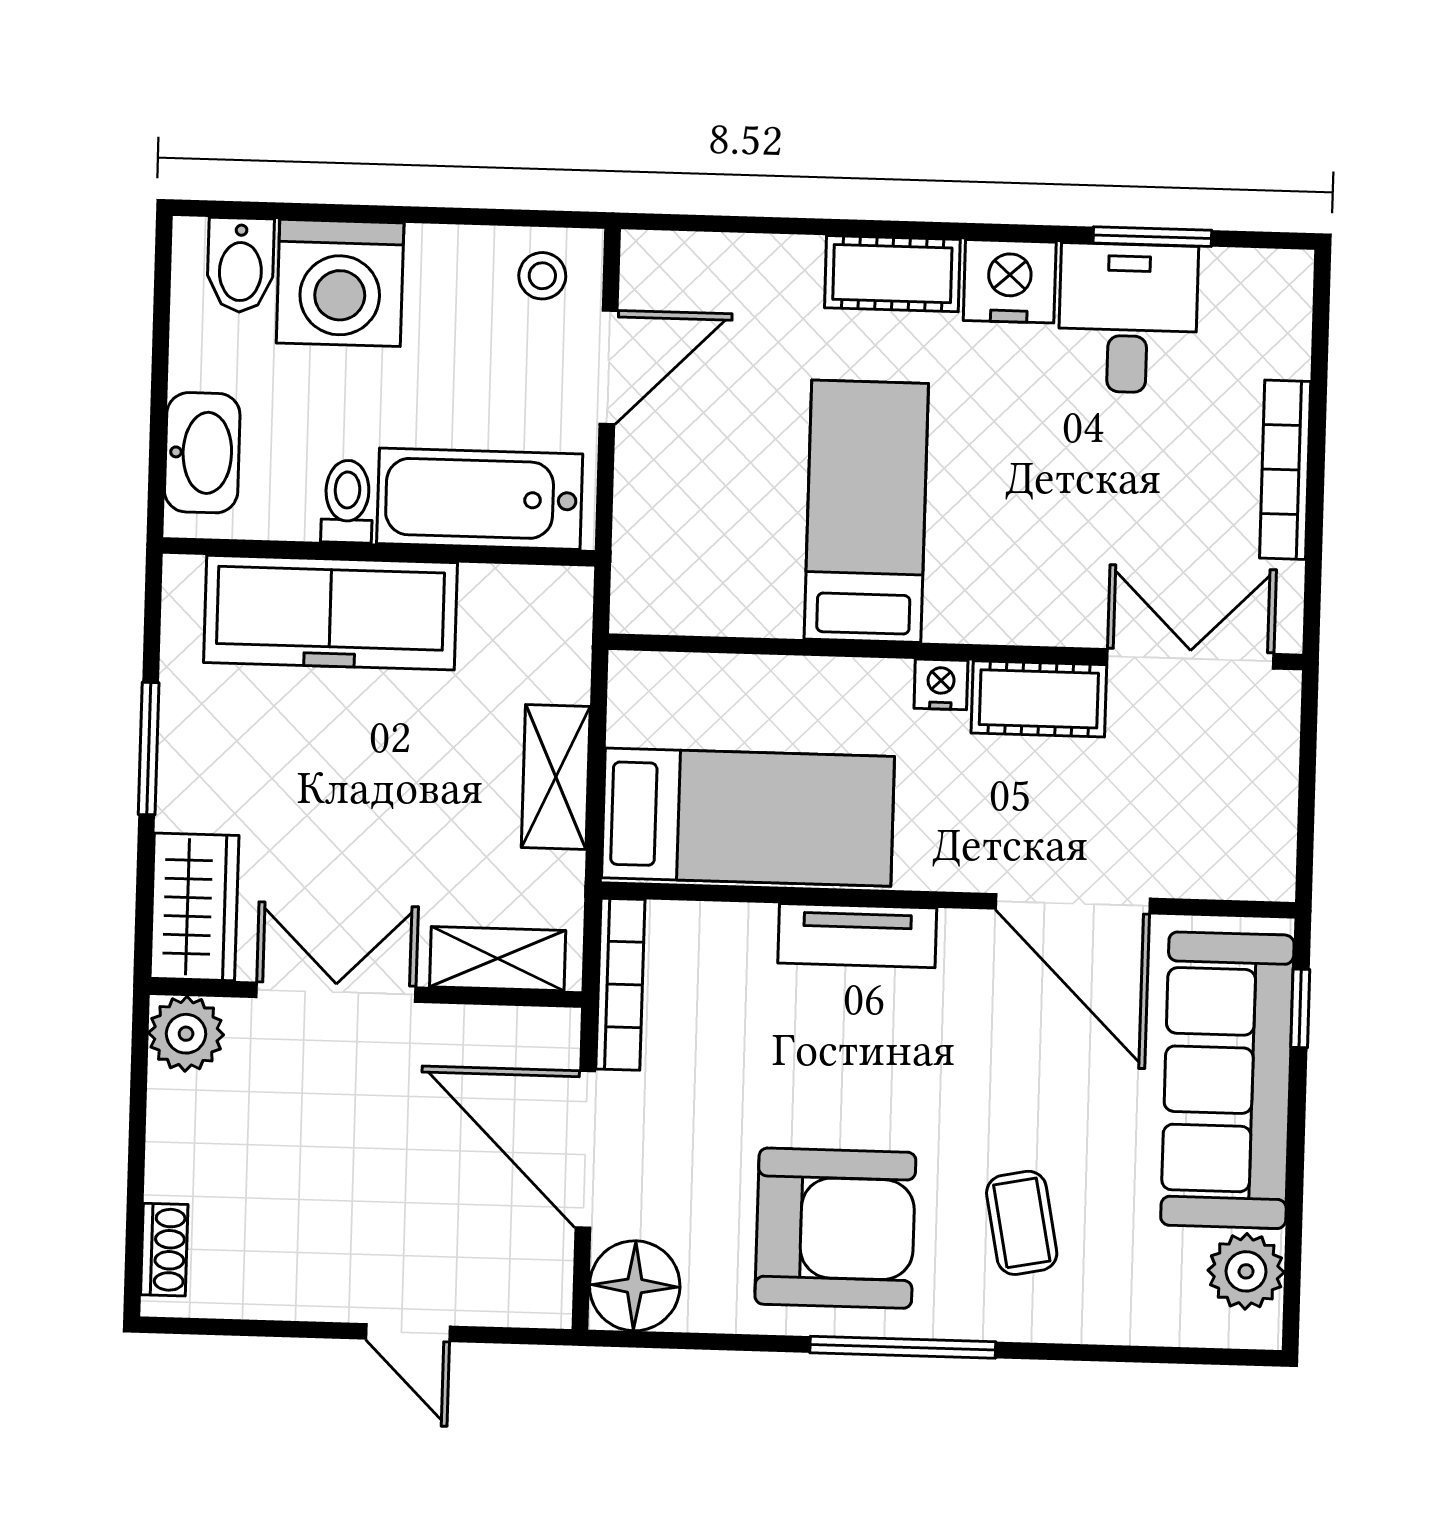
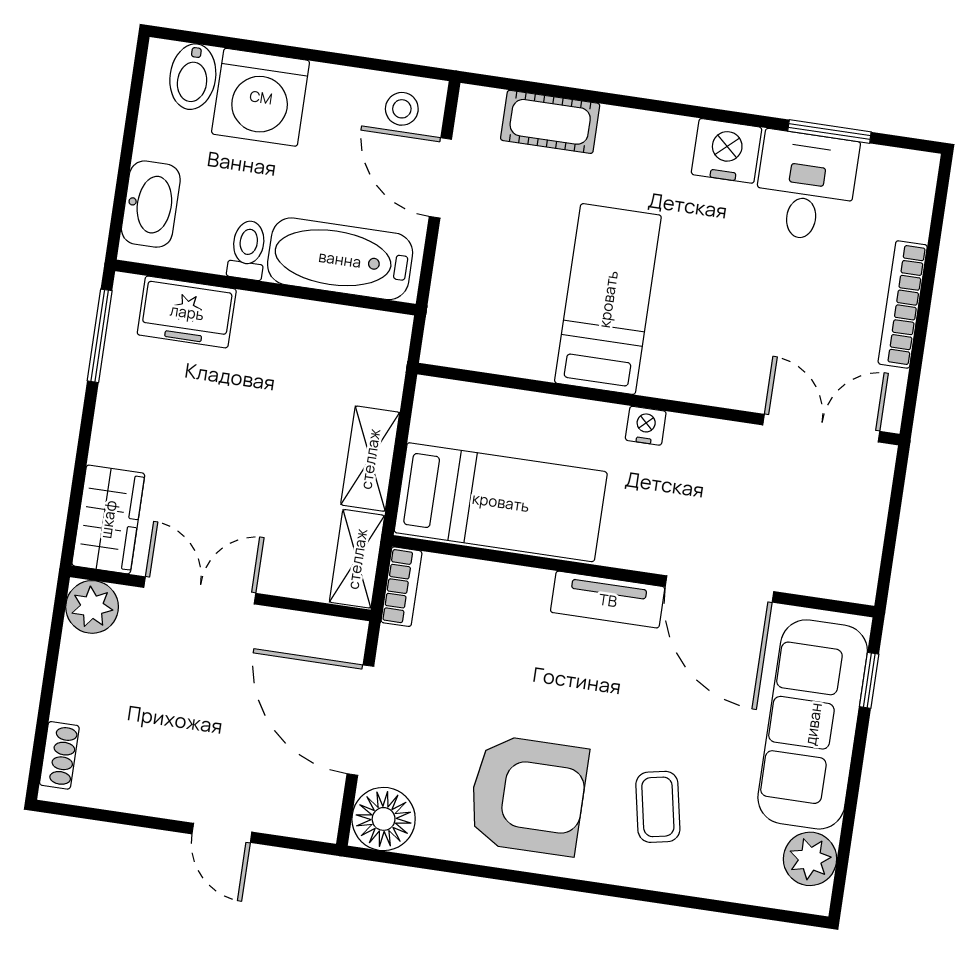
cot: (892, 274) -> (550, 122), moved
door: (608, 367) -> (440, 178), swing flipped
freezer: (330, 613) -> (187, 312), width x0.52, depth x0.79
cot: (1039, 699) -> (713, 444), removed
window: (149, 749) -> (100, 336), moved
tv unit: (857, 936) -> (608, 600), moved
shelving: (498, 959) -> (357, 559), moved, turned 90
bookcase: (620, 984) -> (401, 587), width x0.64
window: (903, 1347) -> (565, 884), removed

